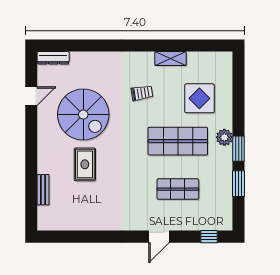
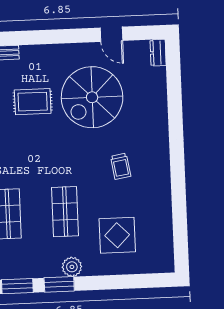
dresser: (53, 58) -> (158, 53), width x0.70
shelving: (171, 59) -> (163, 199), removed
shop shelf: (178, 141) -> (65, 212), width x0.70, depth x0.74

